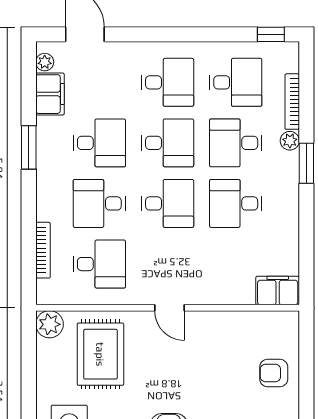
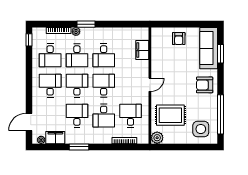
desk: (236, 82) -> (50, 55), turned 180
filing cabinet: (278, 290) -> (142, 50), moved

